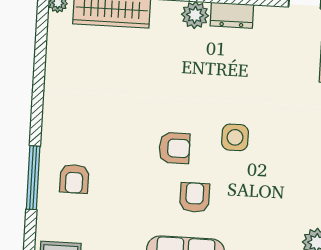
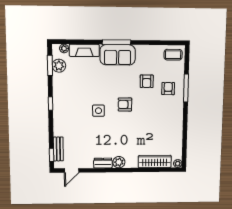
armchair: (195, 197) -> (147, 81), moved

